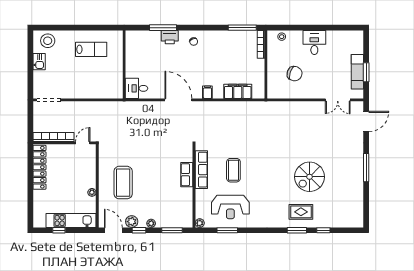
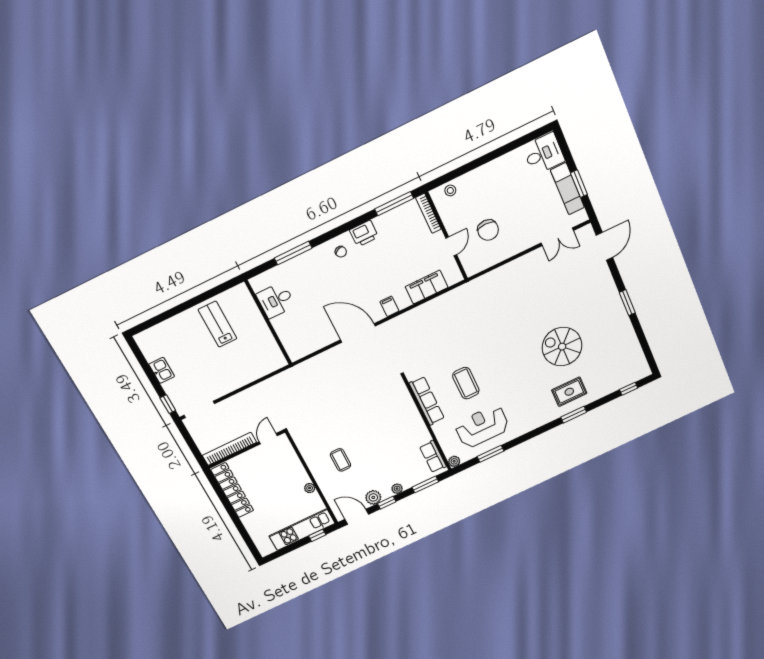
printer: (170, 37) -> (364, 233), moved
stool: (48, 41) -> (158, 340), removed
desk: (314, 42) -> (544, 154), moved, turned 90
lab bench: (91, 49) -> (217, 324), turned -90
door: (266, 73) -> (451, 246), added
chair: (295, 74) -> (488, 230), turned 71
window: (30, 86) -> (168, 404), added
desk: (137, 88) -> (276, 300), moved
window: (366, 168) -> (627, 303), width x0.69
row of seats: (187, 175) -> (433, 457), moved
spiral stairs: (310, 177) -> (562, 347), turned 90
coffee table: (123, 183) -> (341, 460), width x0.54, depth x0.58
reception desk: (230, 207) -> (482, 426), turned 180
window: (59, 230) -> (317, 535), moved
window: (323, 230) -> (629, 389), moved

